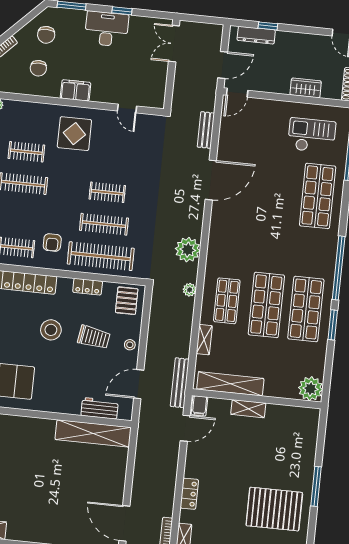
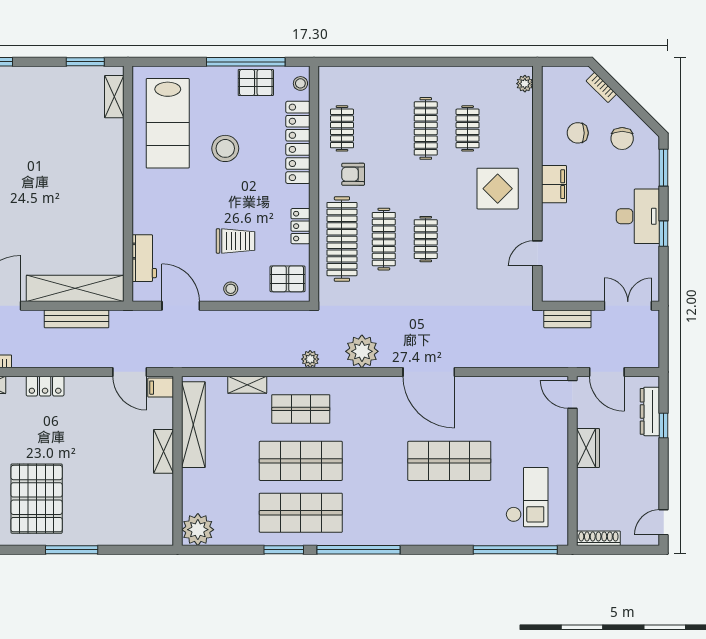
chair: (46, 35) -> (622, 139), turned -90
wardrobe: (306, 88) -> (588, 448), moved
bench: (206, 130) -> (567, 319), moved
door: (211, 180) -> (429, 372), moved
shop shelf: (318, 196) -> (449, 461), moved
stool: (51, 330) -> (225, 148), moved
trolley: (94, 337) -> (236, 241), turned -99
bench: (180, 383) -> (76, 319), moved
shelving: (93, 433) -> (75, 288), moved, turned 90

